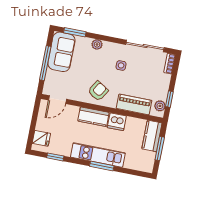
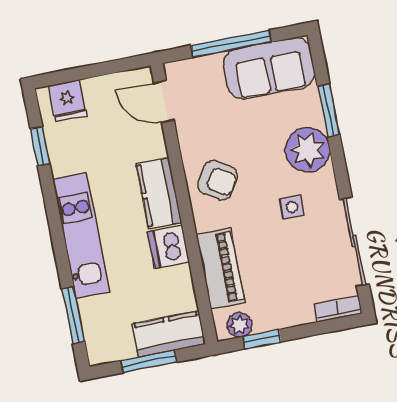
window: (75, 32) -> (329, 110), moved
plant: (97, 44) -> (308, 150), width x1.87, depth x1.87
window: (102, 166) -> (73, 315), moved

